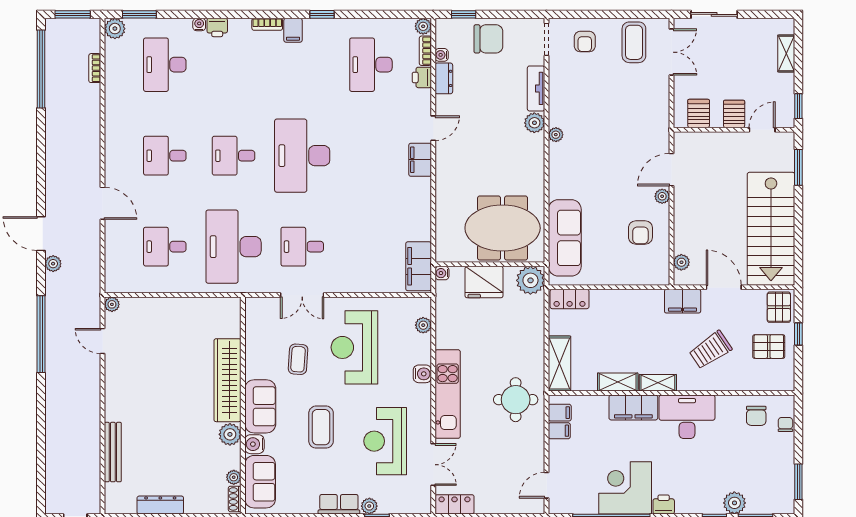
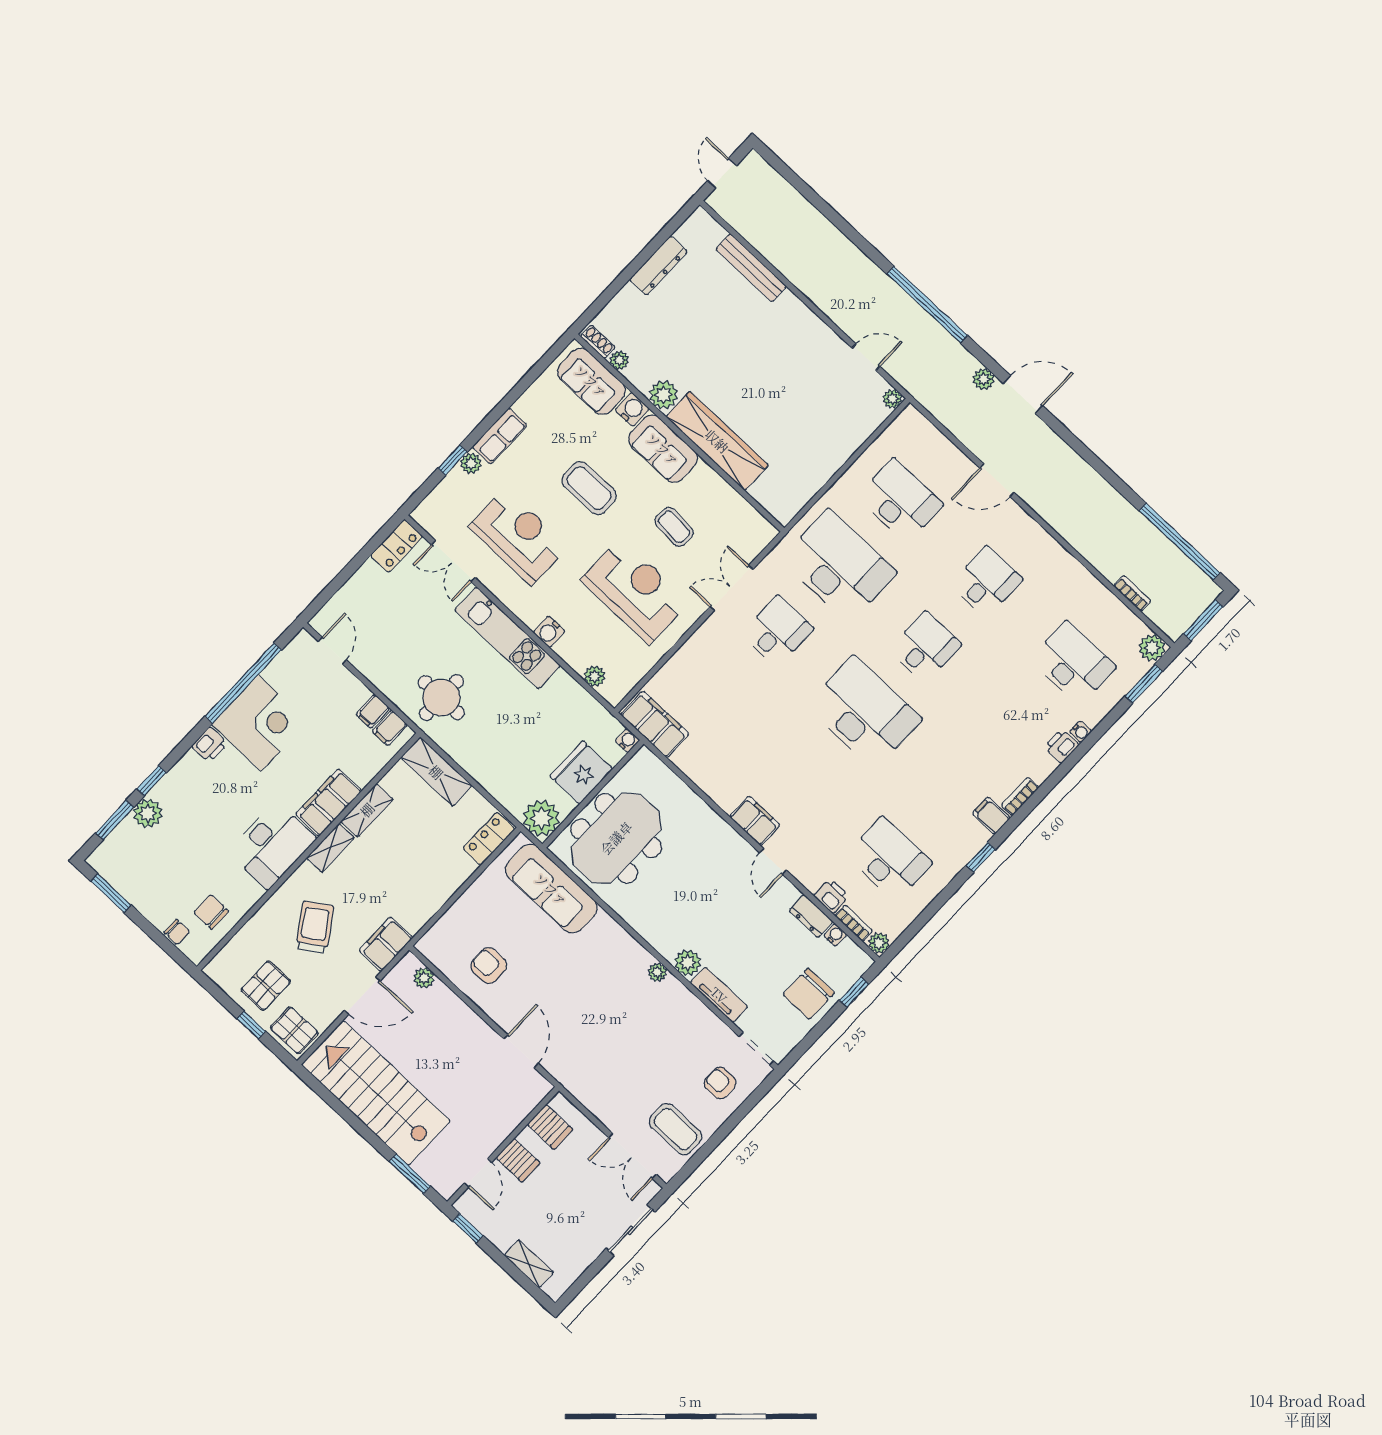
plant: (662, 196) -> (504, 1018), removed
desk: (165, 247) -> (900, 501), width x1.37

